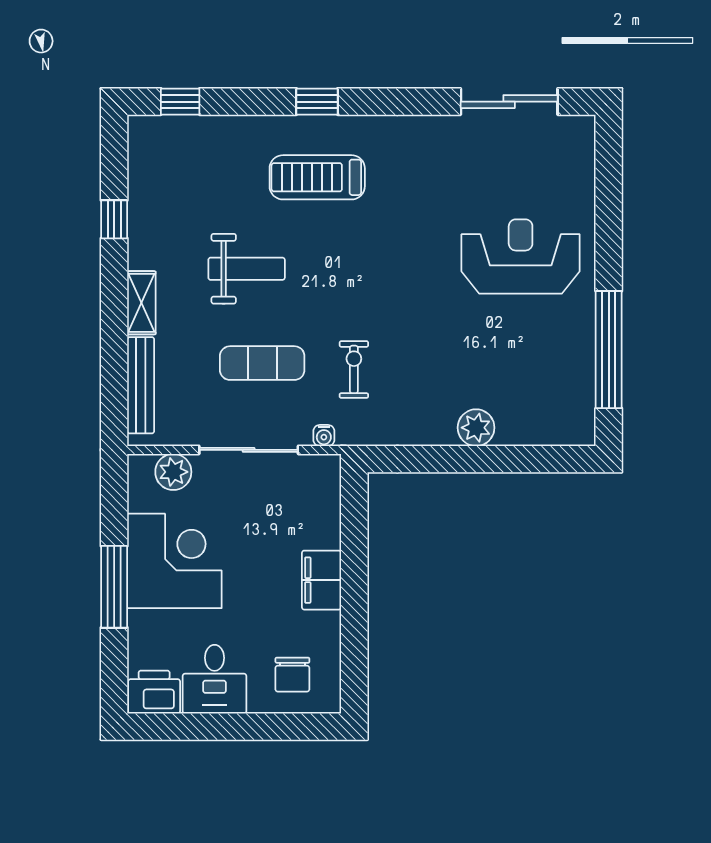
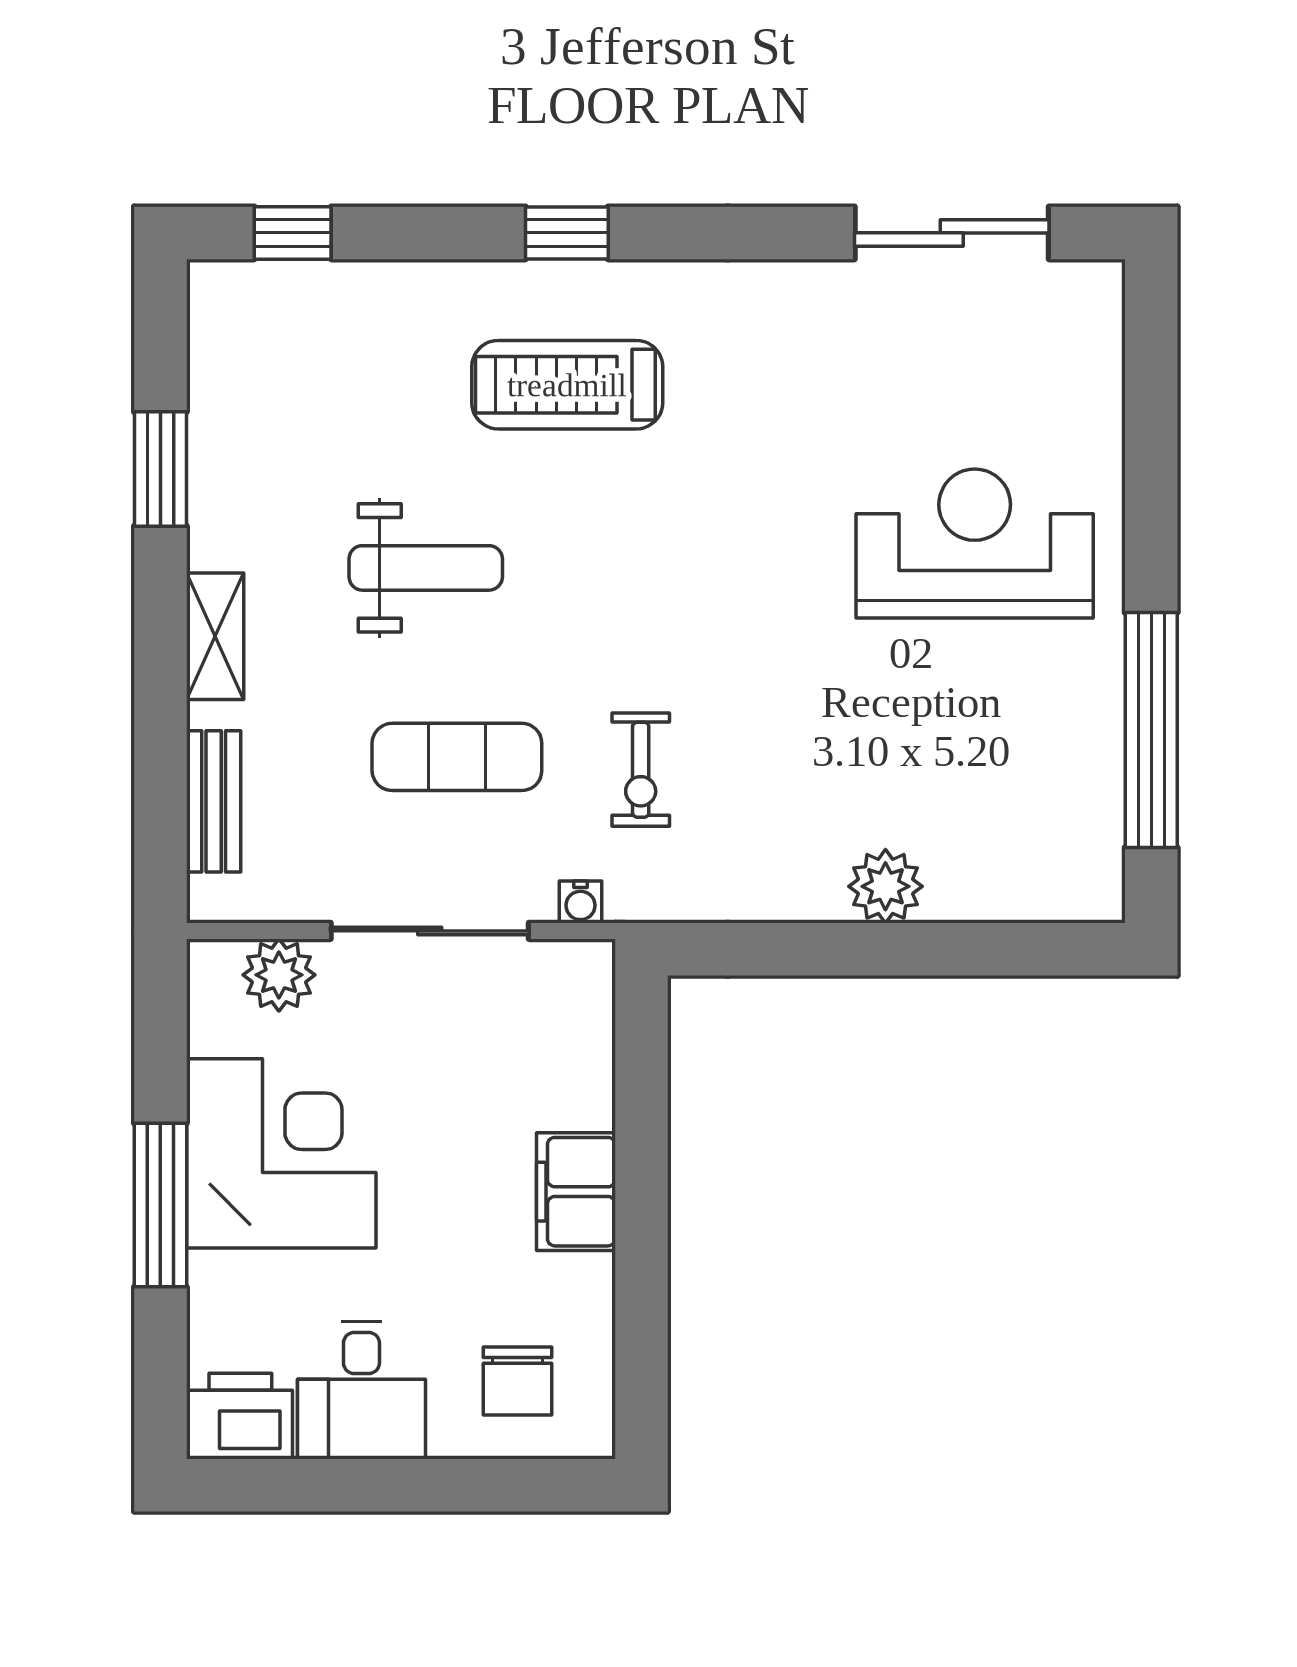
window: (114, 219) -> (160, 469), width x1.50
exercise bike: (354, 369) -> (641, 770), turned 180
bench: (141, 385) -> (214, 801), width x0.73

